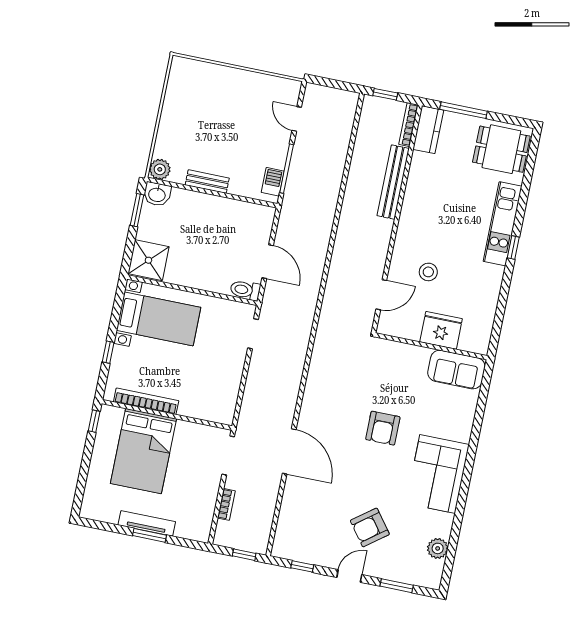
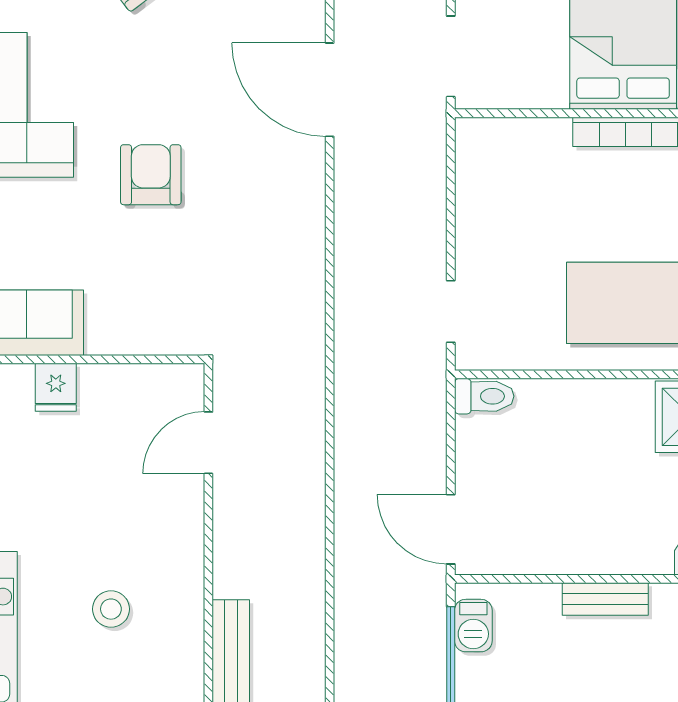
door: (268, 262) -> (451, 529), moved
stool: (428, 272) -> (111, 609), moved
fridge: (441, 330) -> (56, 387), width x0.53, depth x0.75

